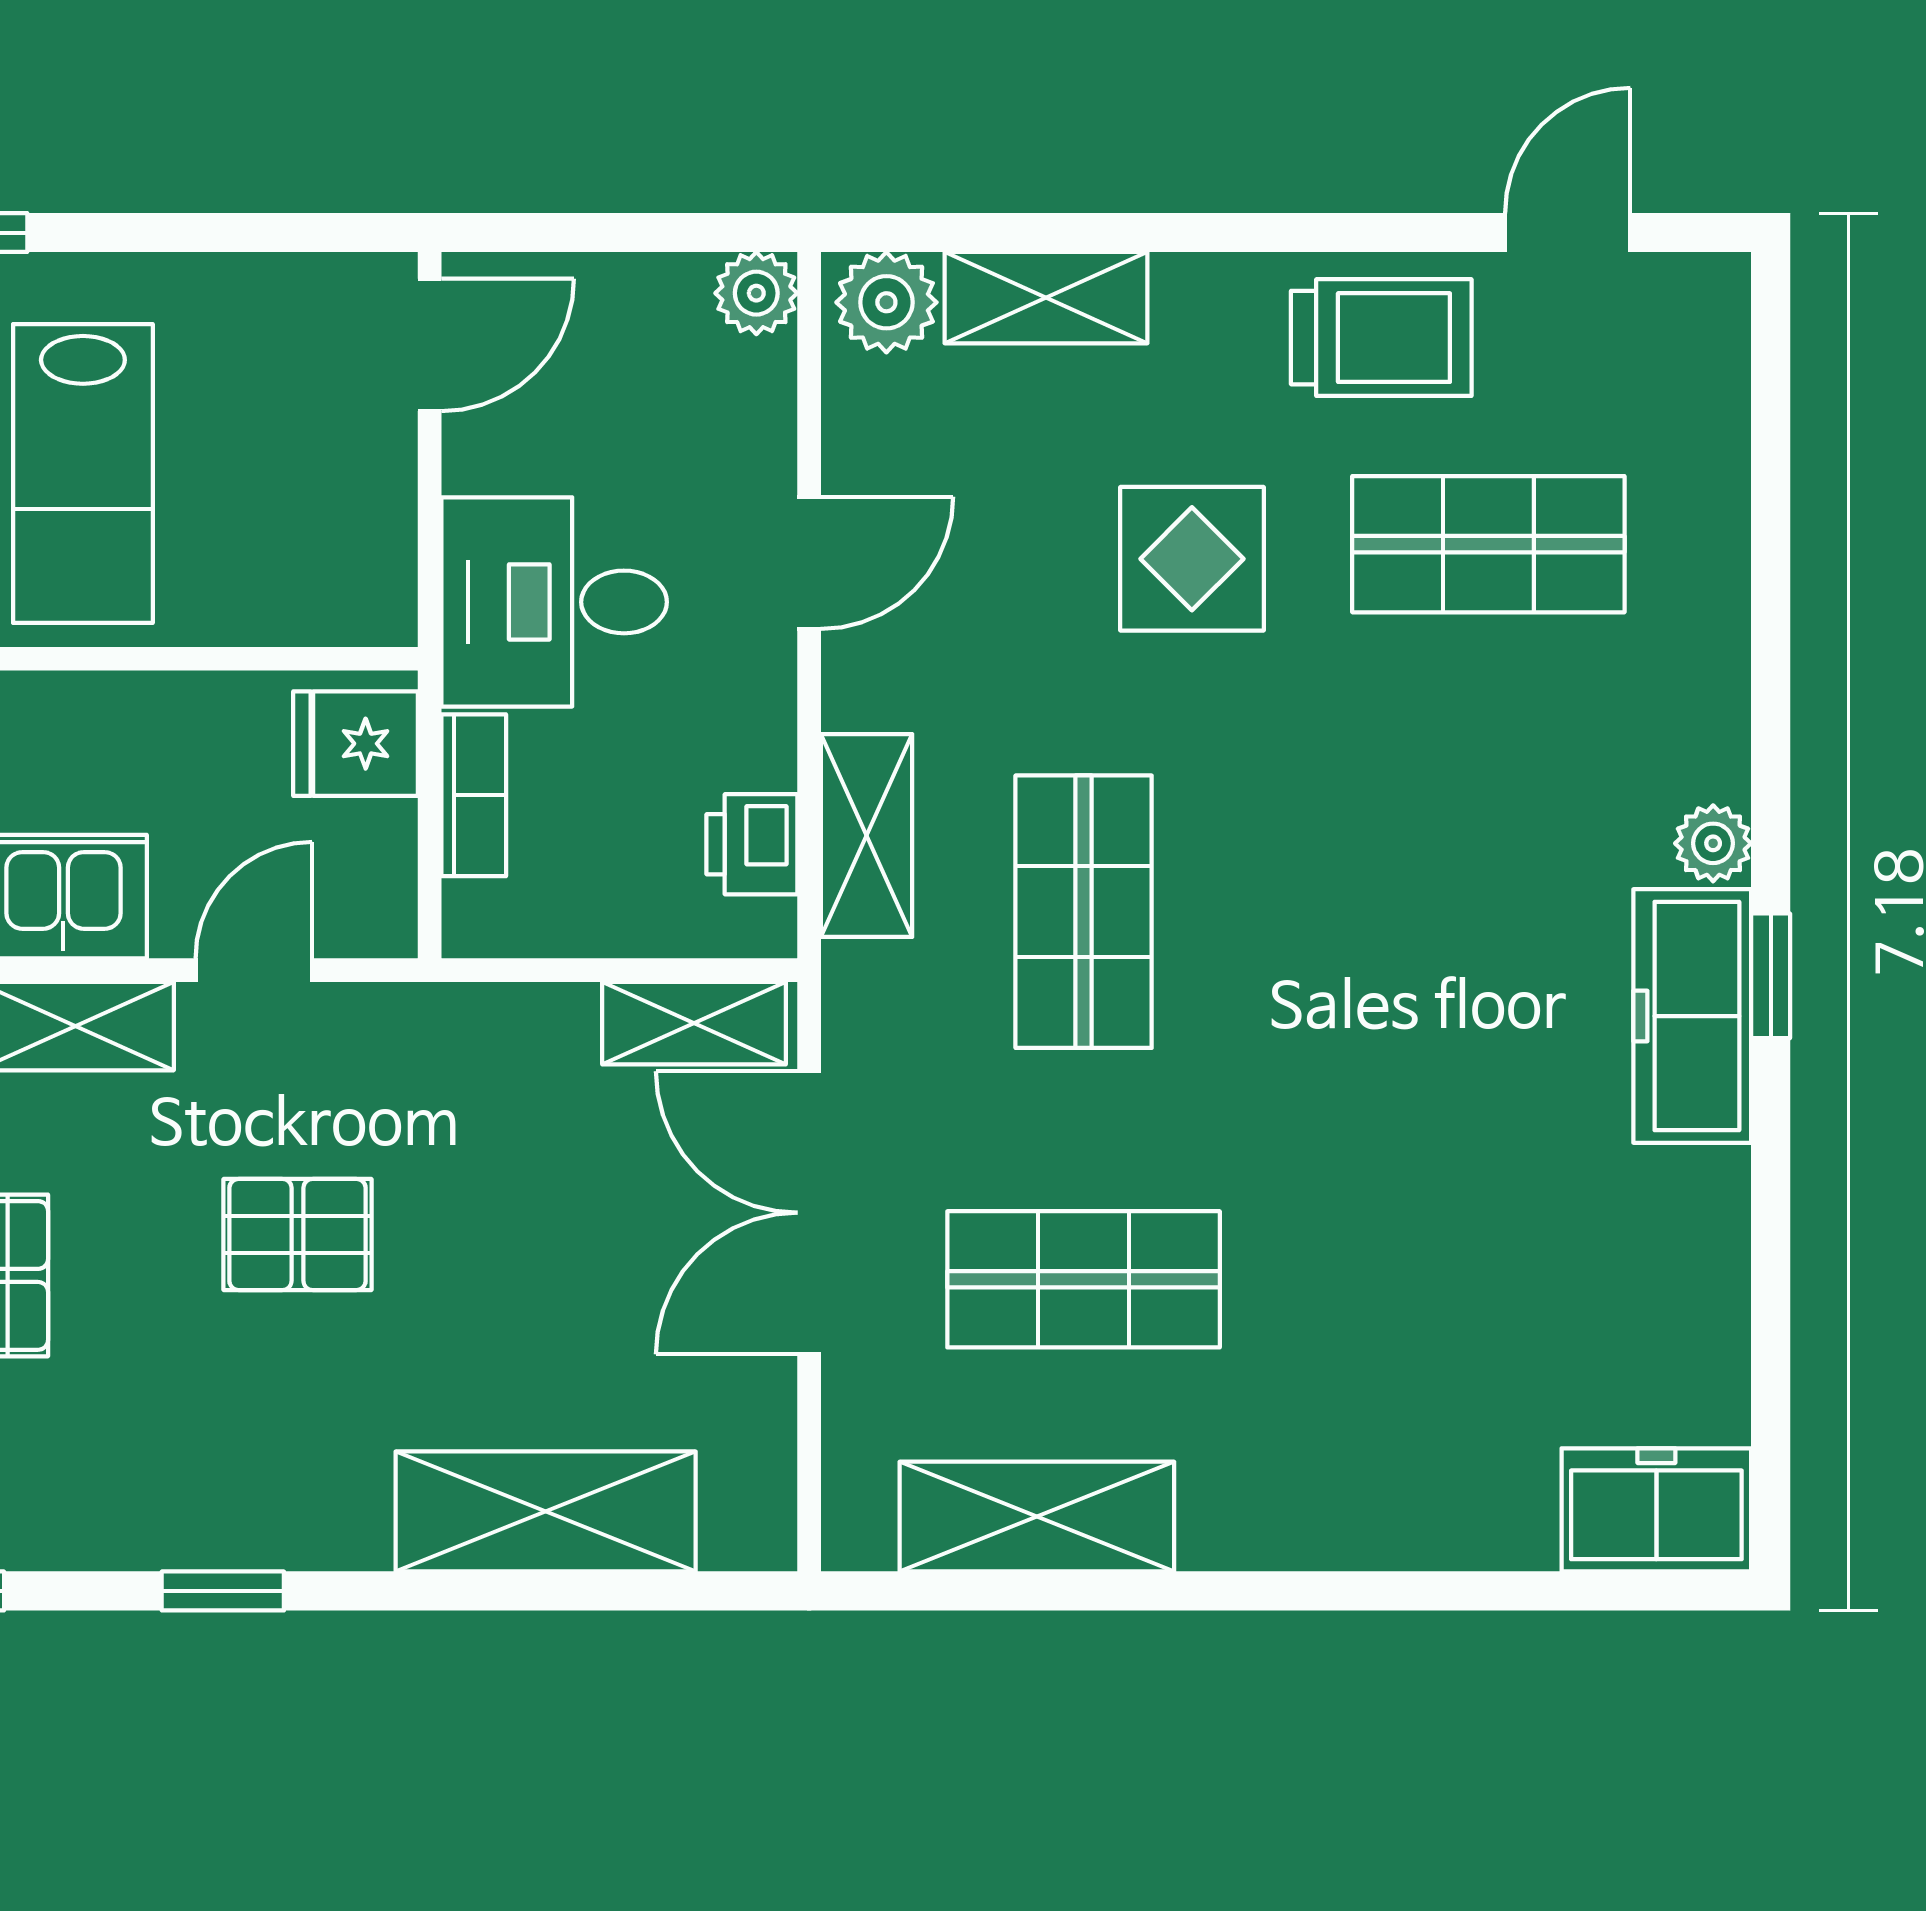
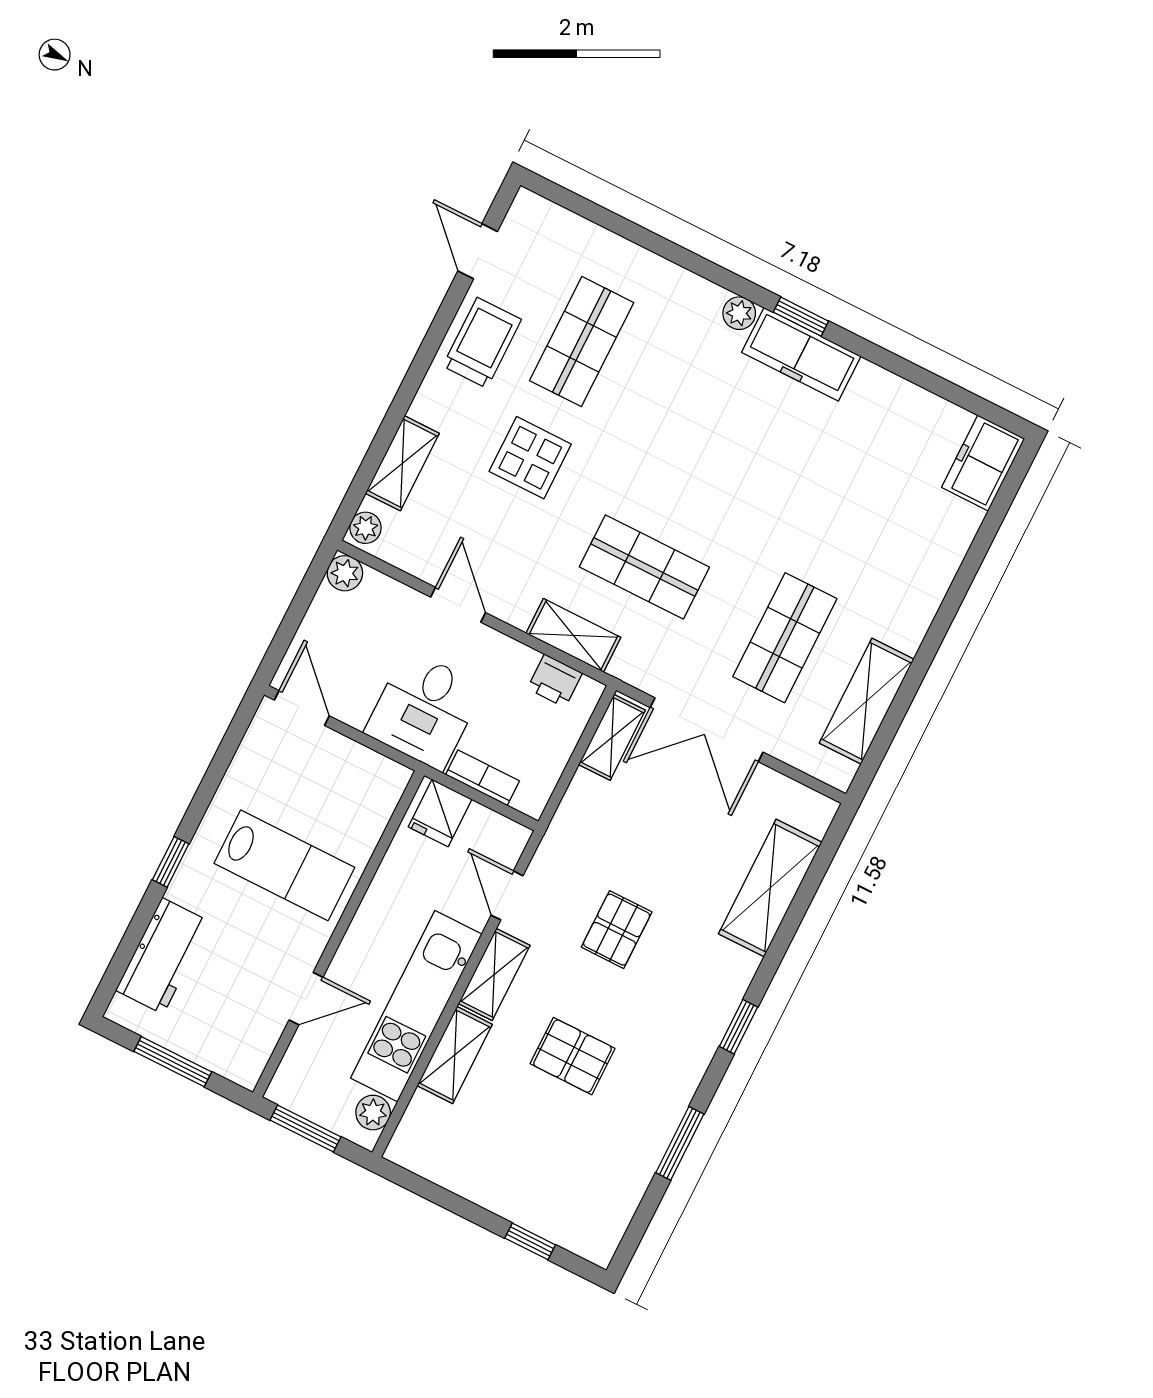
plant: (886, 302) -> (366, 528), width x0.73, depth x0.73

